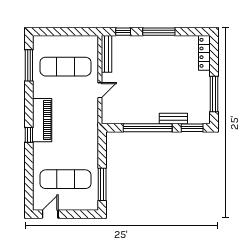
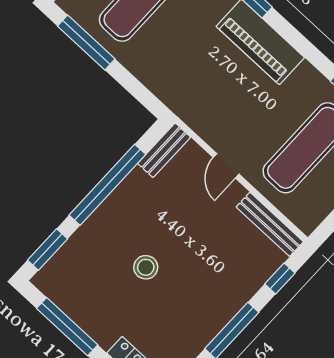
stool: (165, 85) -> (146, 267), added
bench: (173, 119) -> (164, 150), moved

